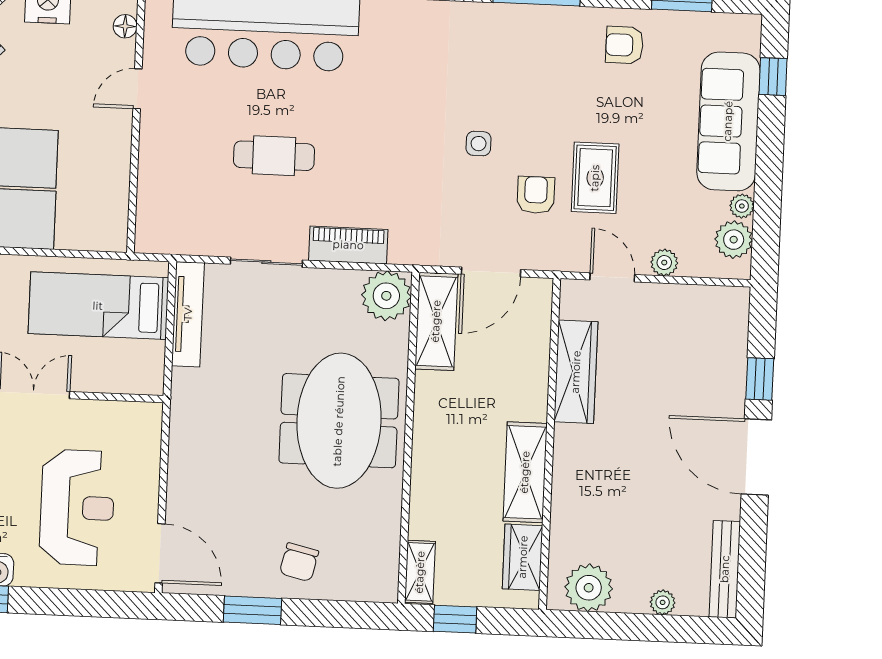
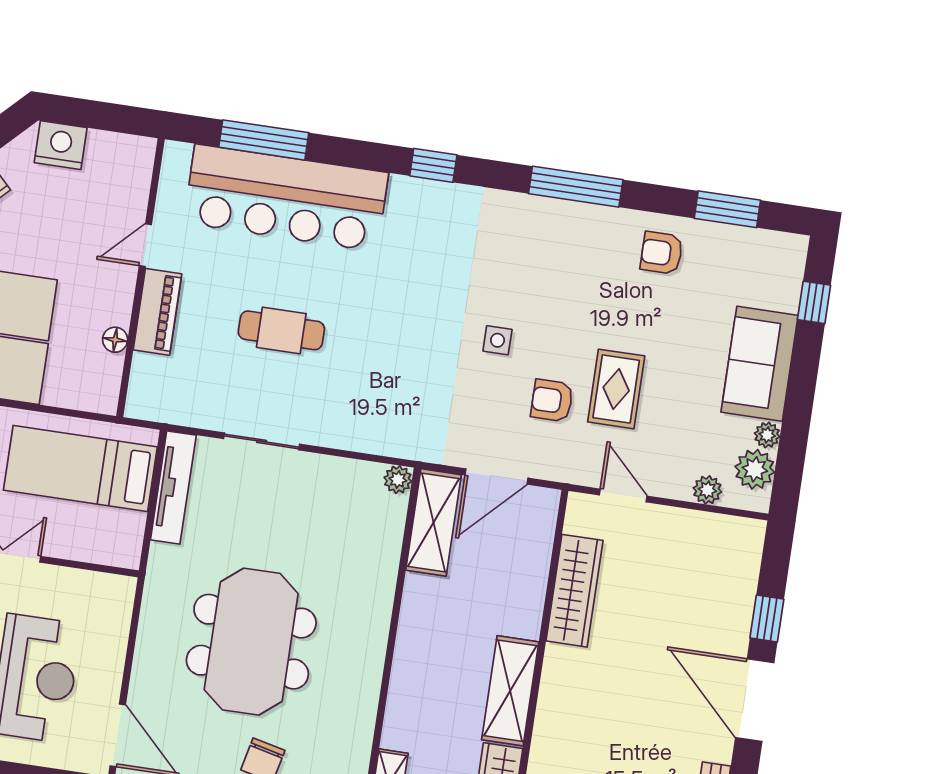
floor lamp: (125, 26) -> (115, 340), moved
sofa: (728, 121) -> (760, 364), width x0.73
armchair: (536, 195) -> (552, 400), turned -90
piano: (348, 245) -> (157, 312), moved, turned 90
plant: (664, 263) -> (707, 490), moved
plant: (386, 296) -> (398, 480), width x0.53, depth x0.53
meeting table: (339, 421) -> (251, 642), moved

